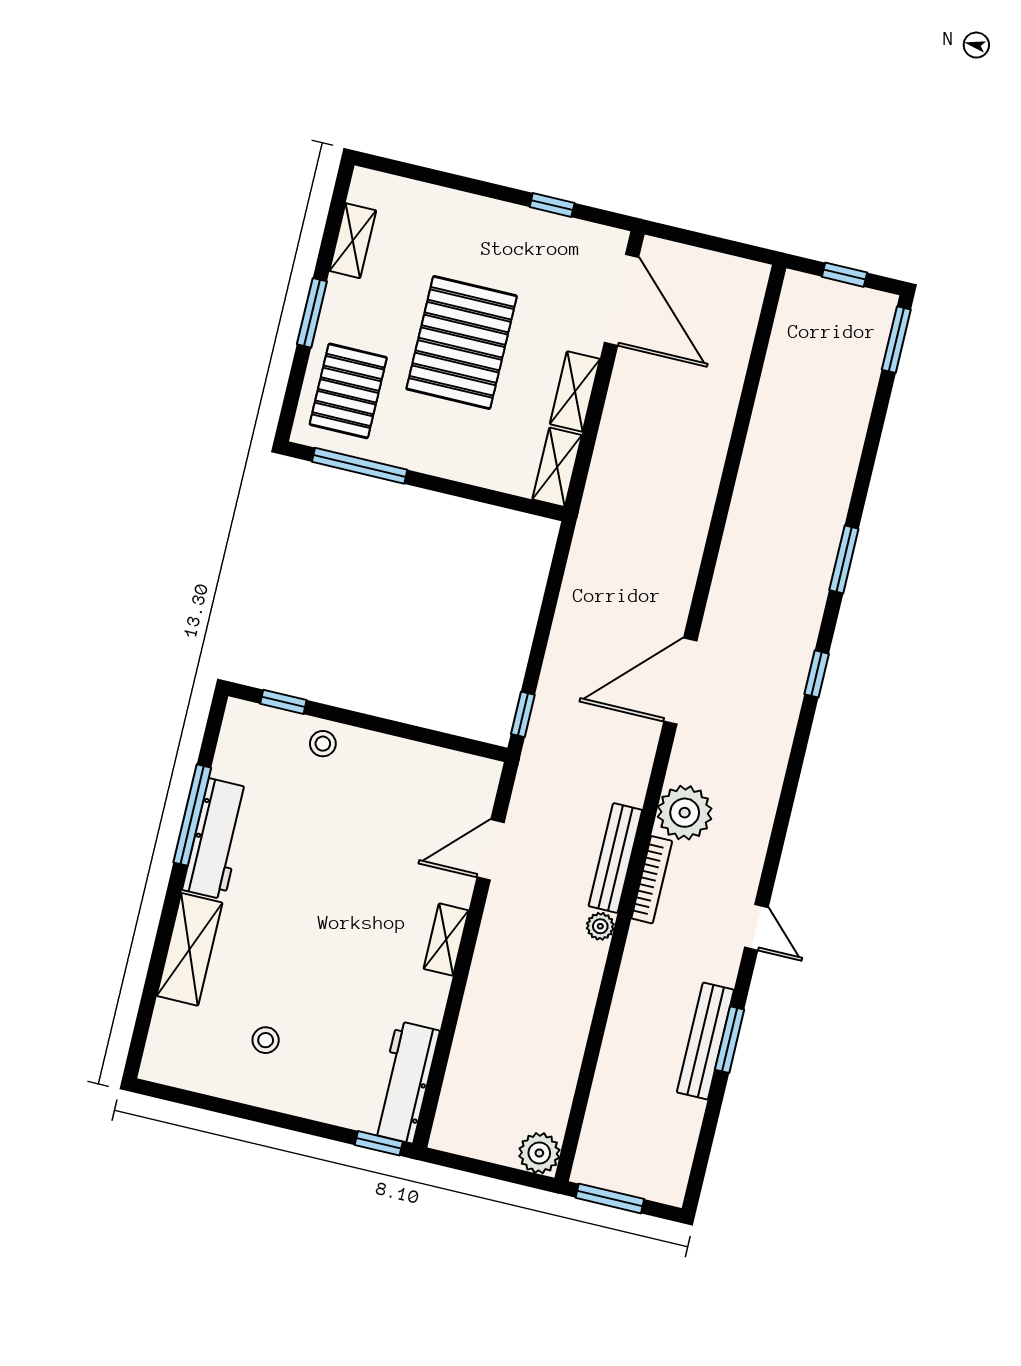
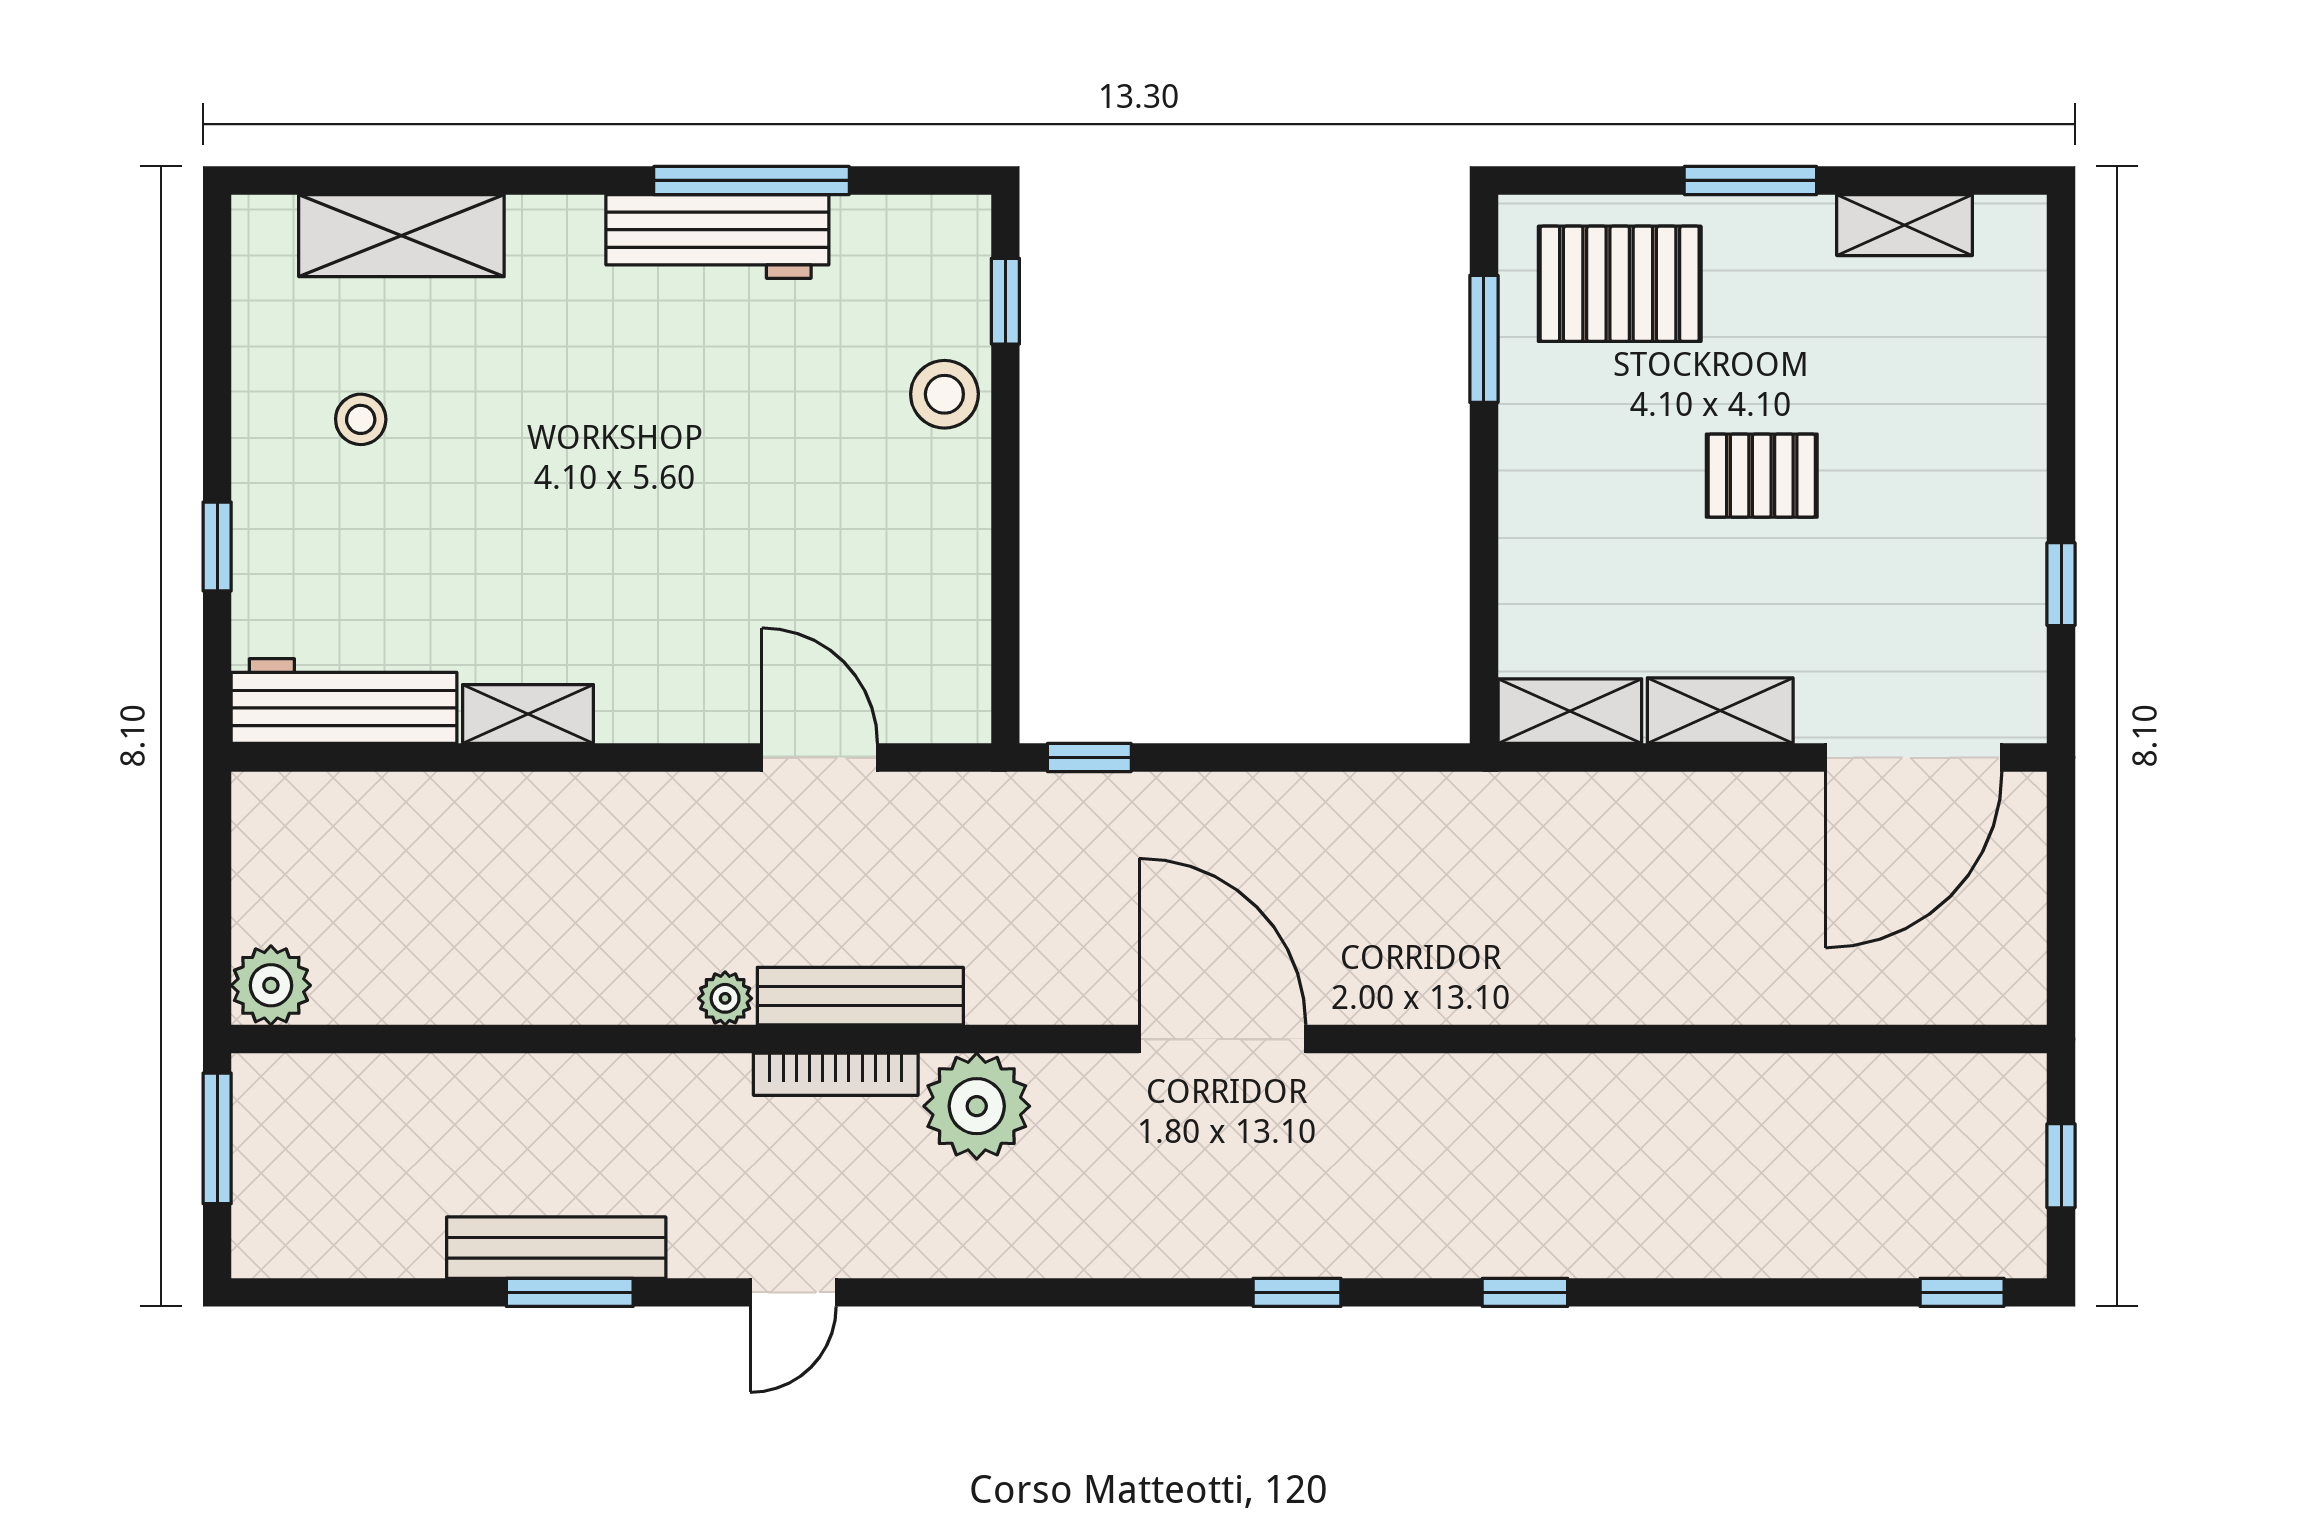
window: (896, 340) -> (1962, 1292), width x0.67
pallet: (462, 342) -> (1762, 476), width x0.49, depth x0.50
window: (360, 466) -> (1484, 339), width x0.69
window: (844, 559) -> (1525, 1292), width x0.67
stool: (323, 744) -> (944, 394), width x1.37, depth x1.37
shelving: (446, 940) -> (528, 714), moved
shelving: (190, 949) -> (401, 236), moved
window: (379, 1143) -> (217, 547), moved

